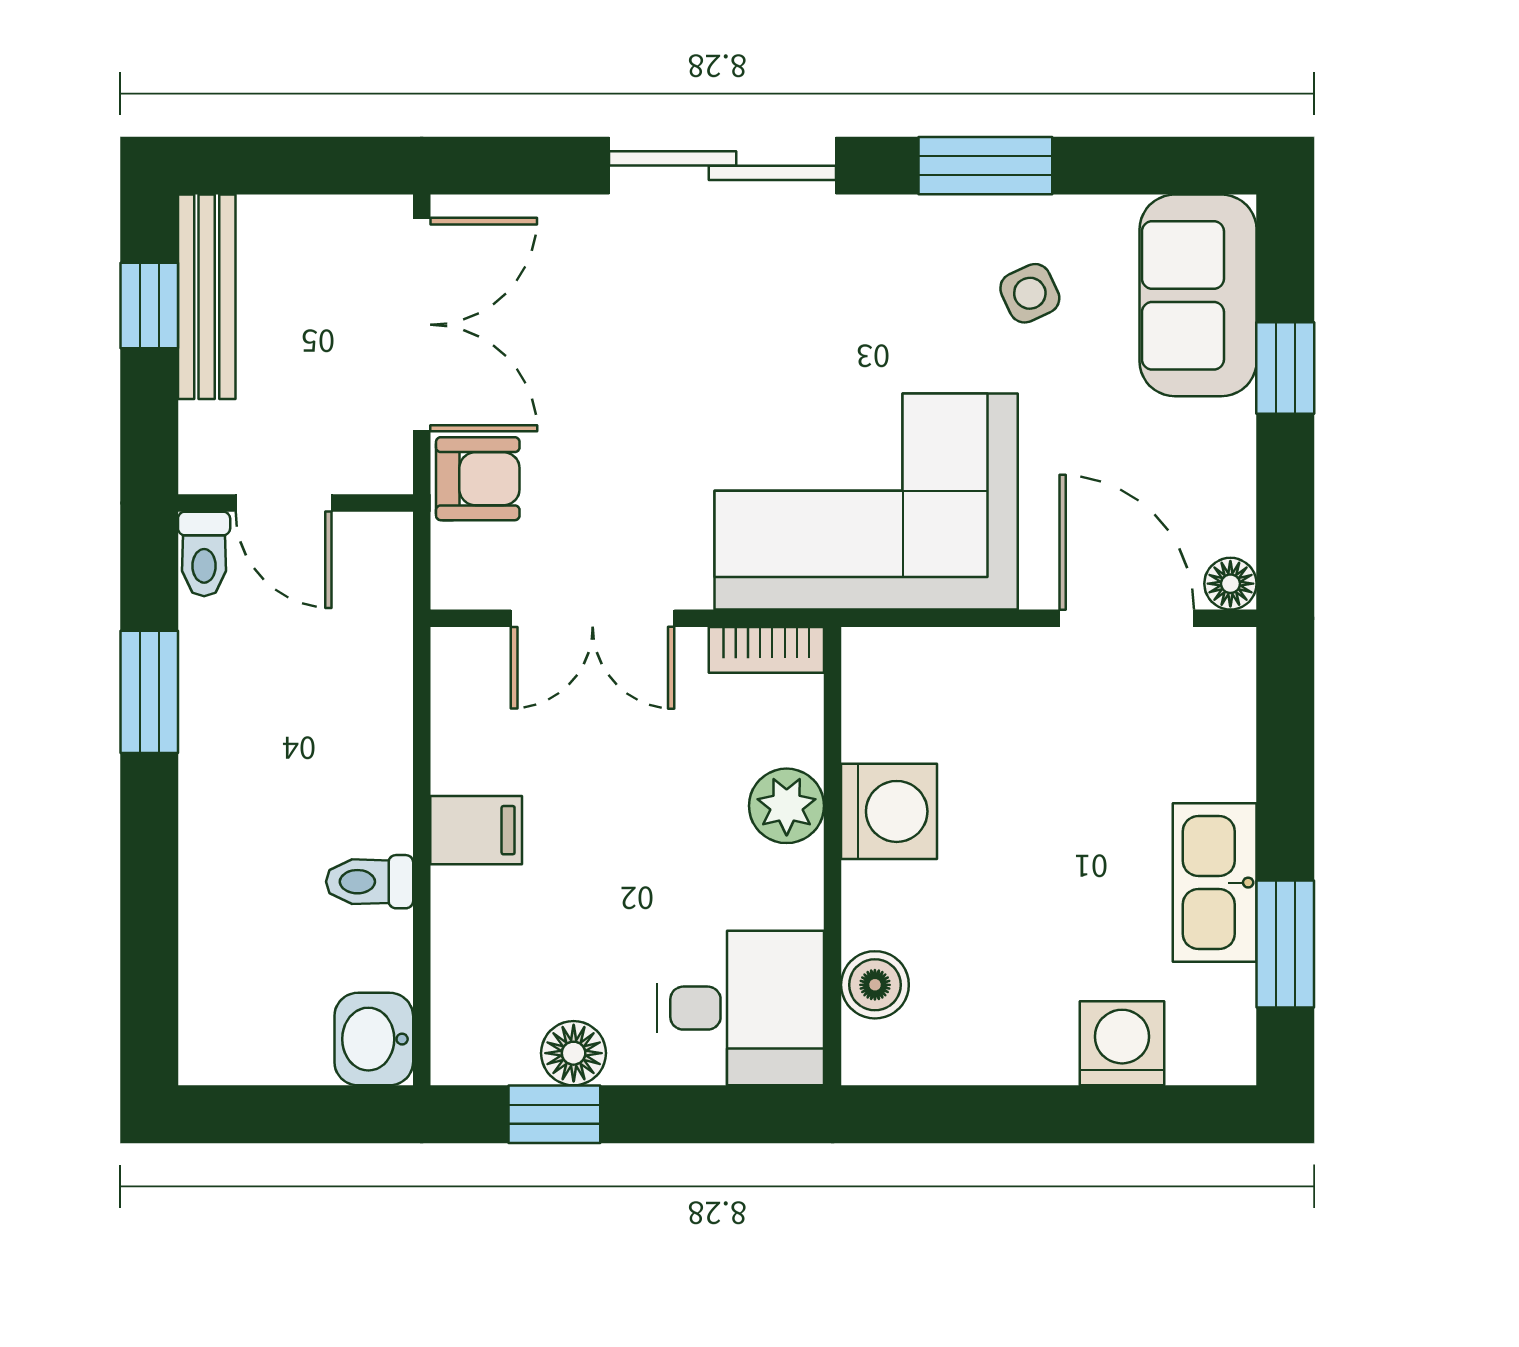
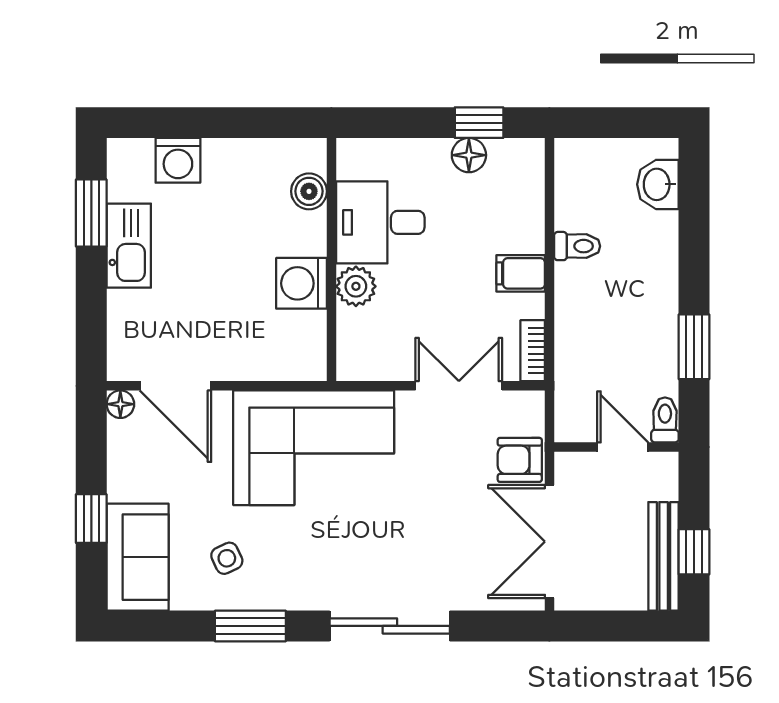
bookcase: (766, 650) -> (533, 351), moved, turned -90
desk: (740, 1008) -> (380, 222), moved
washbasin: (374, 1039) -> (658, 184), moved, turned 180

